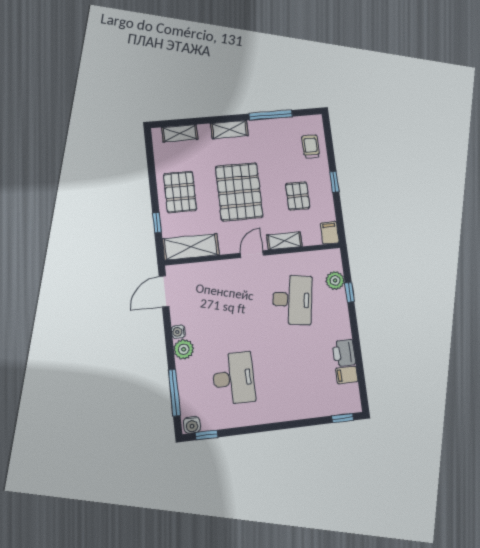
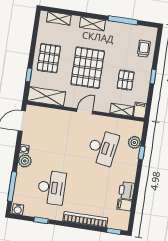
shelving: (284, 241) -> (122, 110), moved
bookcase: (296, 412) -> (85, 220), added
window: (207, 435) -> (41, 220), moved

